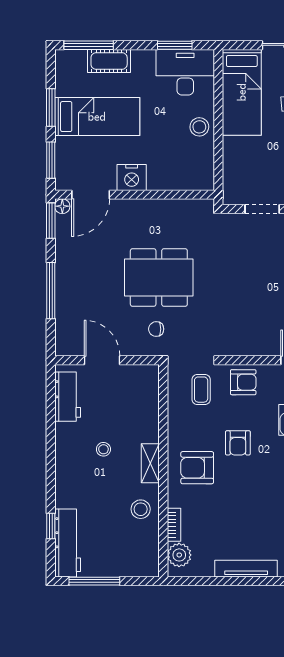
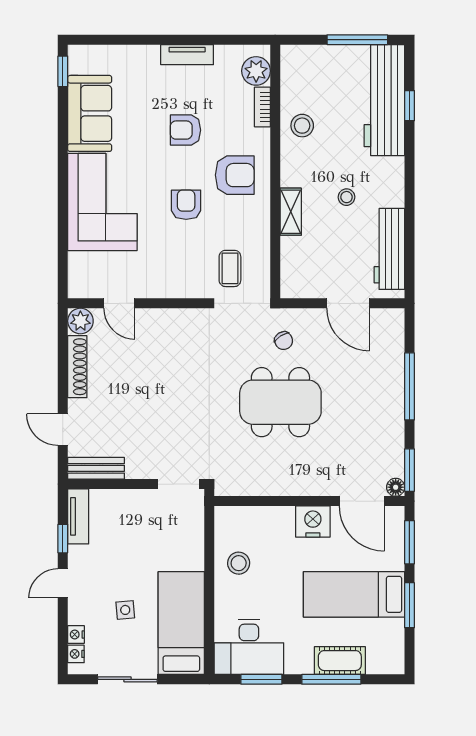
window: (89, 45) -> (331, 679), moved
stool: (199, 127) -> (239, 563), moved
door: (91, 195) -> (362, 501), swing flipped
doorway: (262, 209) -> (178, 484), moved
chair: (156, 329) -> (284, 341), turned 57
armchair: (243, 382) -> (185, 130), moved
workbench: (68, 397) -> (389, 249), width x1.38
shelving: (150, 463) -> (291, 212), moved
workbench: (68, 543) -> (384, 100), width x1.36, depth x1.32
tv unit: (246, 569) -> (187, 55), width x0.71

